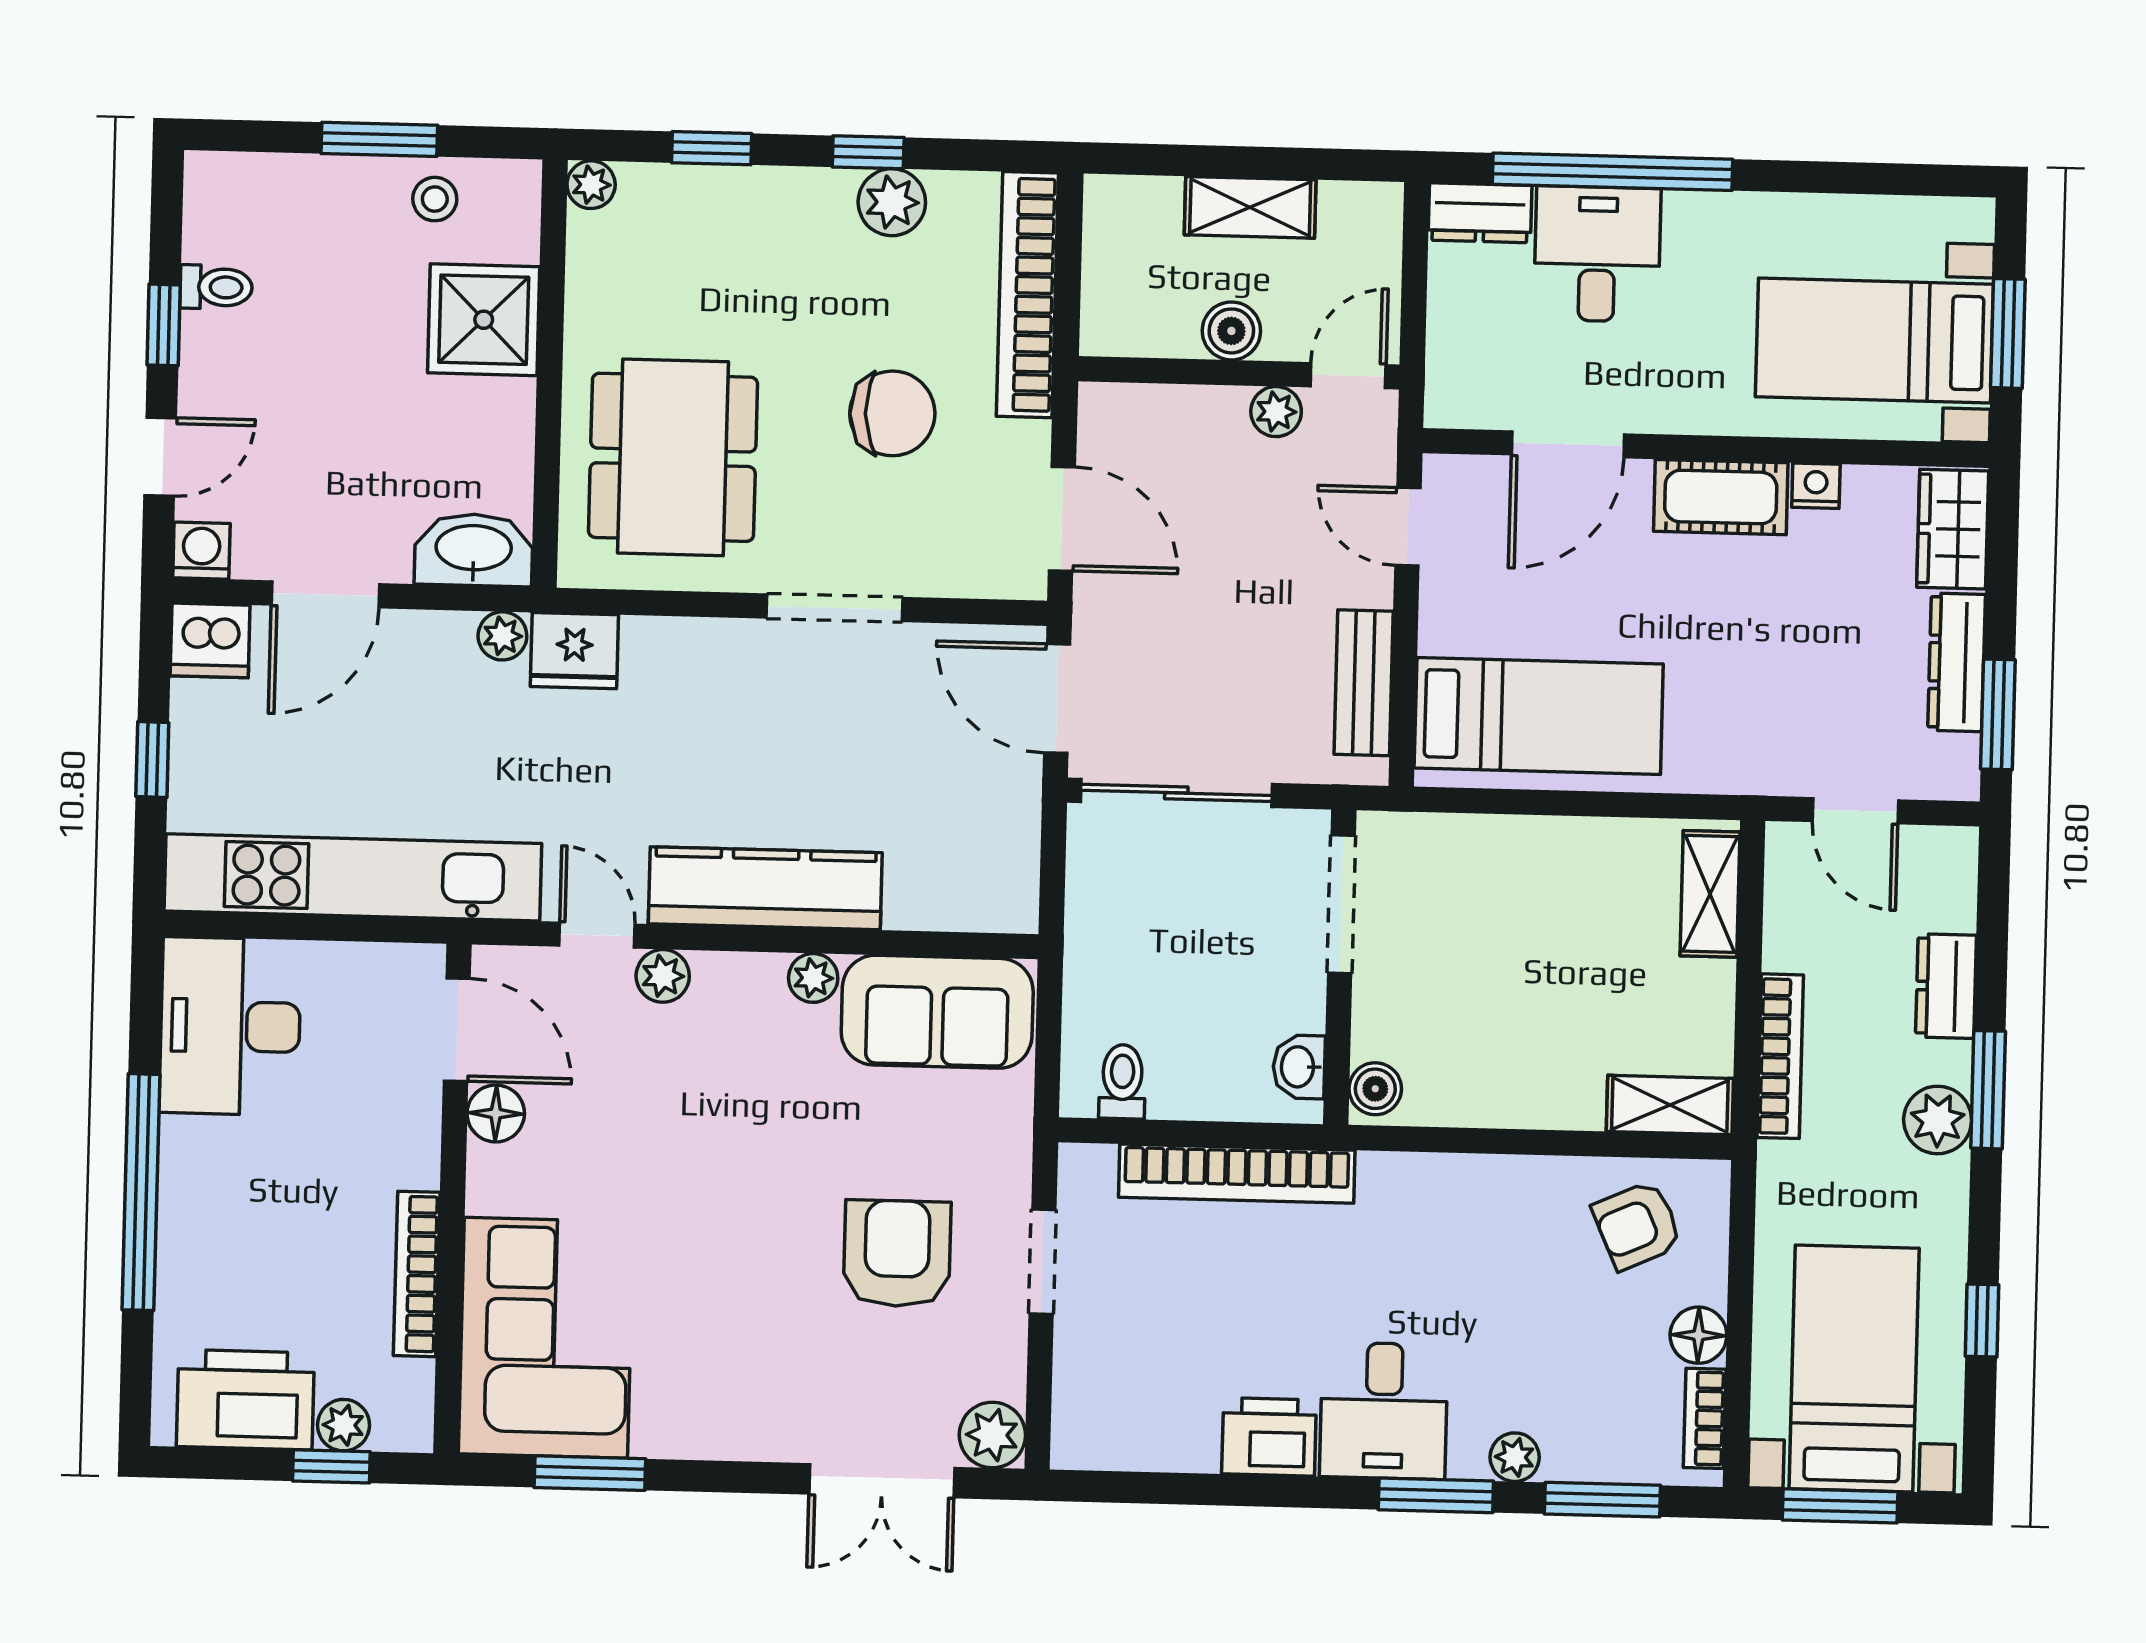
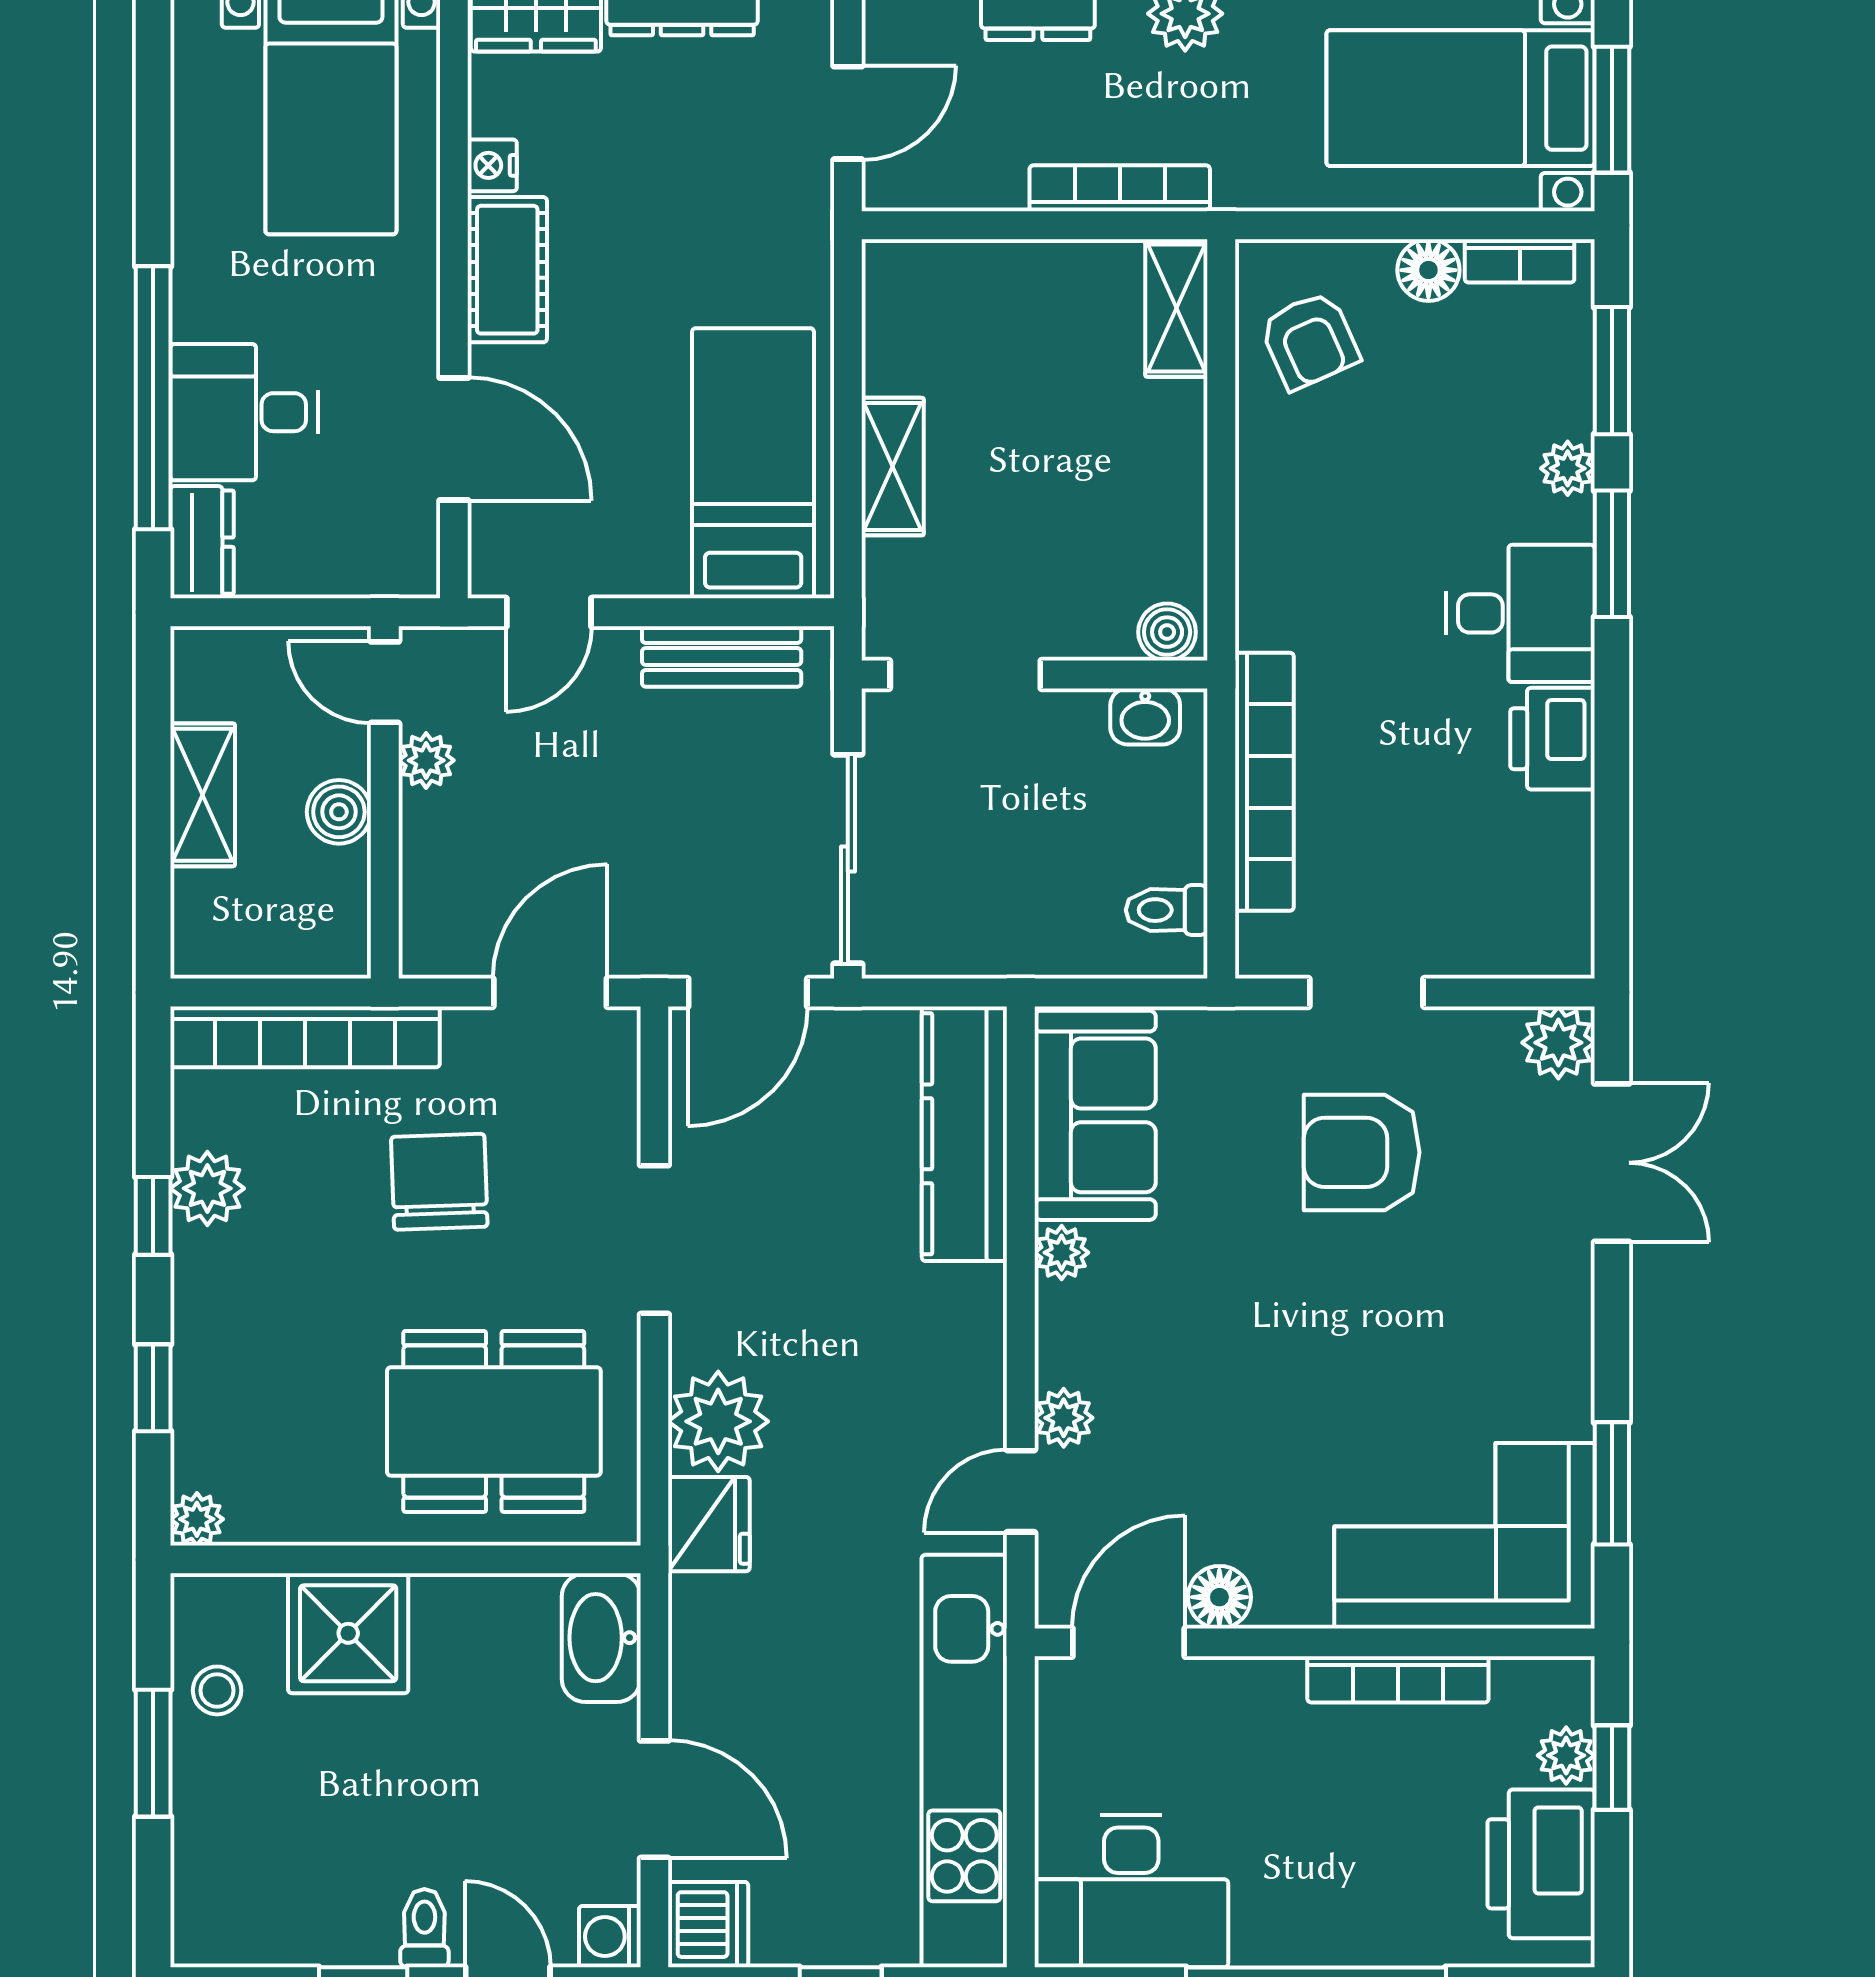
toilet: (216, 287) -> (424, 1928), moved
plant: (502, 636) -> (718, 1421), moved, width x1.88, depth x1.88
kitchen counter: (765, 888) -> (964, 1134), moved
shelving: (1710, 894) -> (893, 467), moved, turned 90

